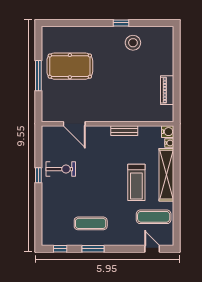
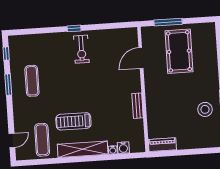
door: (74, 124) -> (141, 58), moved
wall: (107, 124) -> (143, 89), moved
bench: (124, 131) -> (138, 106), moved

